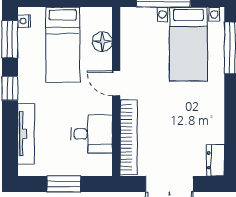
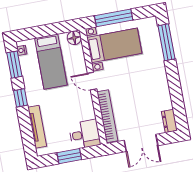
floor lamp: (102, 42) -> (74, 38), moved
bed with nightstands: (188, 44) -> (114, 45), moved, turned -90
desk: (92, 134) -> (85, 134), moved

